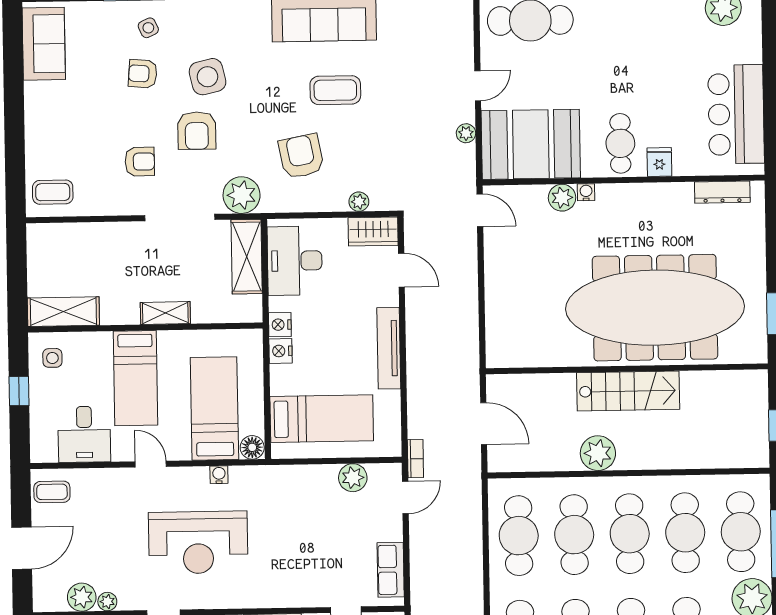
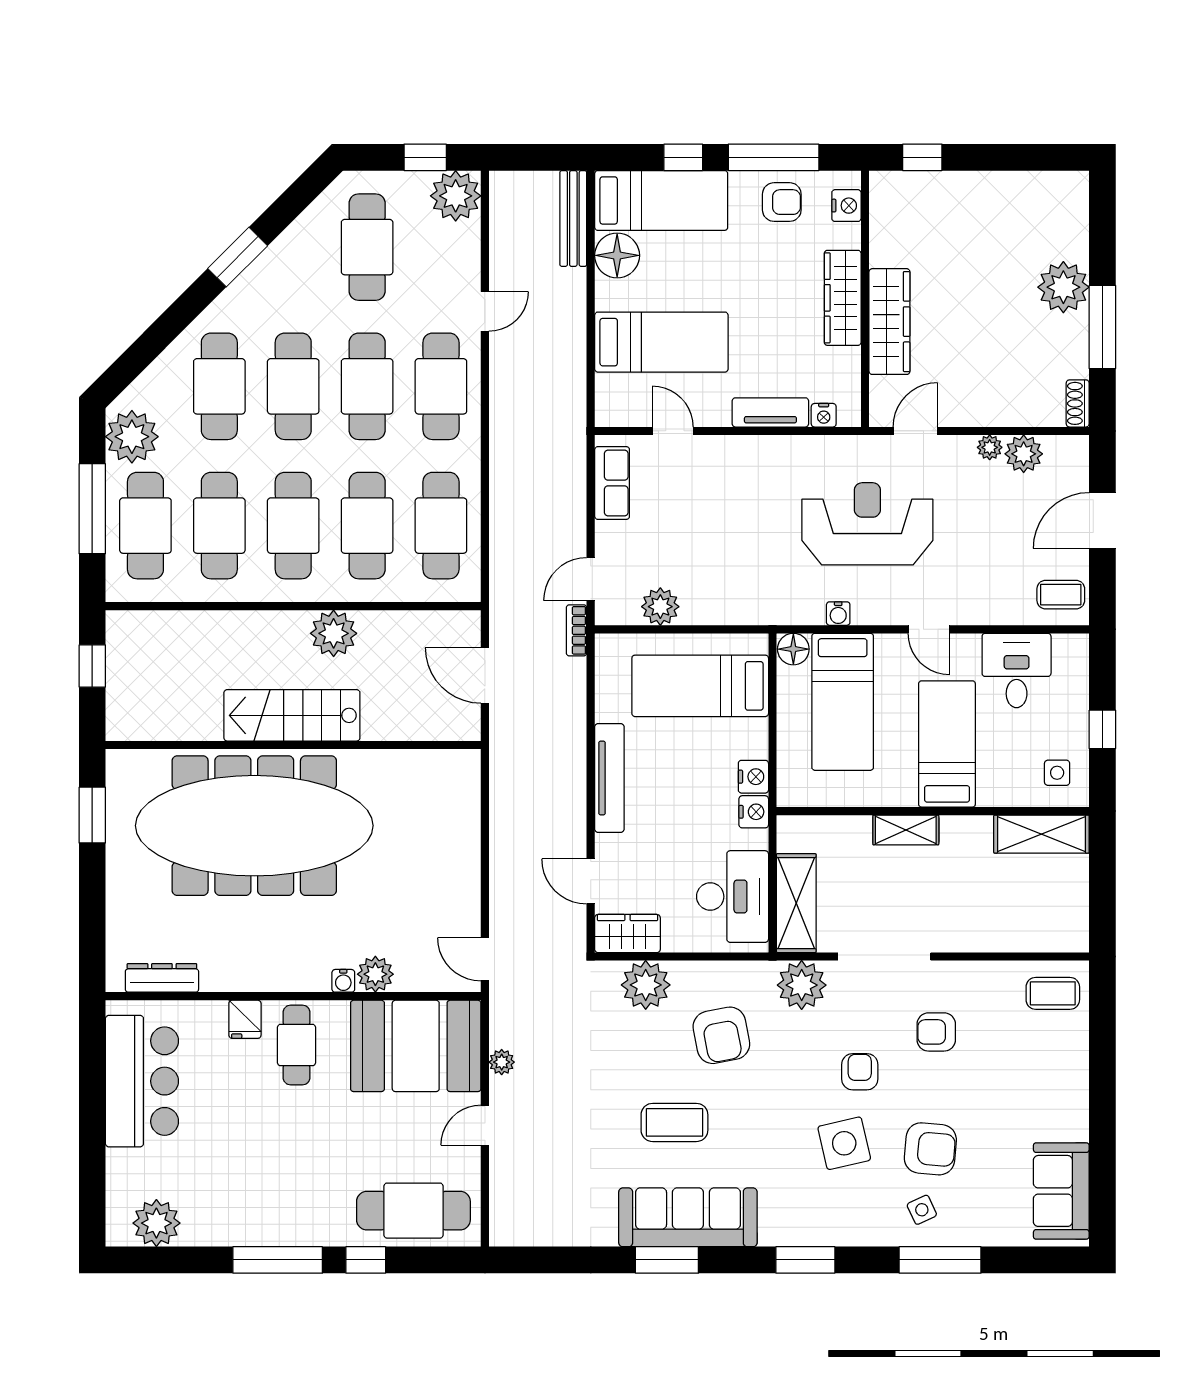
armchair: (143, 74) -> (930, 1149), width x1.38, depth x1.38
armchair: (197, 131) -> (860, 1072), width x0.72, depth x0.72
plant: (359, 202) -> (646, 985), width x1.88, depth x1.88

